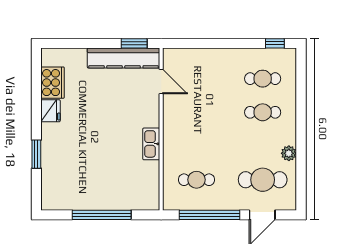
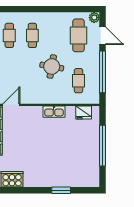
fridge: (50, 111) -> (84, 112), moved, turned 180
round table: (217, 141) -> (52, 66), added
plant: (289, 153) -> (94, 18), moved

